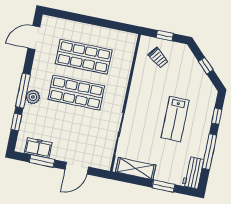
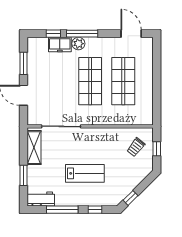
window: (206, 66) -> (131, 198), moved
lab bench: (175, 119) -> (85, 173), turned 180
freezer: (38, 148) -> (60, 44), moved, turned 90

